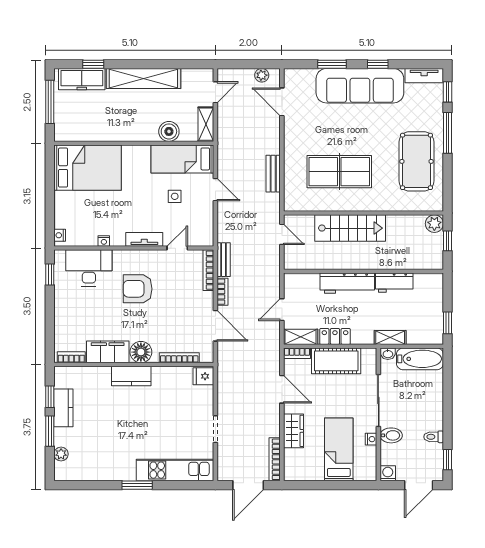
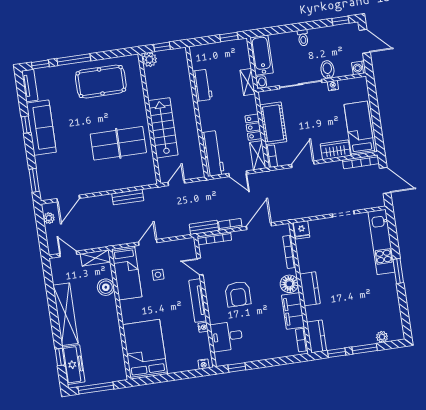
window: (332, 64) -> (34, 180), moved
sofa: (360, 86) -> (41, 128), width x0.74, depth x0.79
table tennis table: (339, 172) -> (118, 143), turned 90
tv unit: (144, 239) -> (198, 301), width x1.41
desk: (89, 268) -> (227, 336), width x0.73
workbench: (347, 283) -> (213, 153), moved
kitchen counter: (63, 408) -> (317, 336), moved, turned 90
toilet: (434, 437) -> (303, 38), moved
bed: (339, 449) -> (359, 128), moved, turned 90

